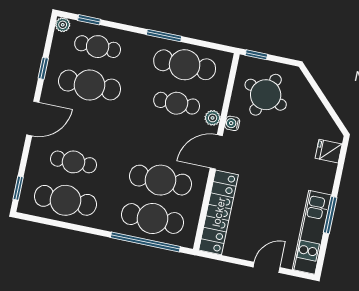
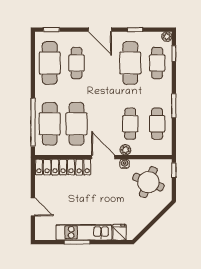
cafe table: (185, 65) -> (157, 124), width x0.73, depth x0.74
kitchen unit: (312, 232) -> (84, 232), moved

